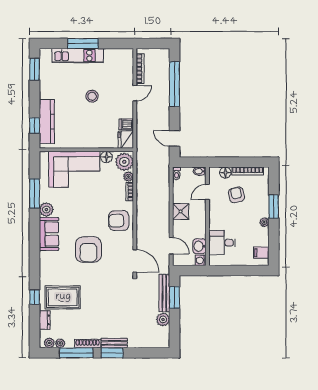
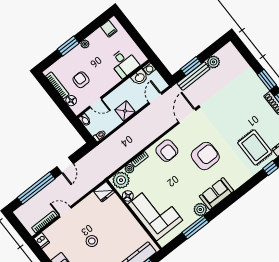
dishwasher: (126, 124) -> (42, 240), moved
door: (174, 138) -> (65, 165), moved
armchair: (236, 195) -> (81, 80), turned 102
bench: (114, 343) -> (258, 84), removed

